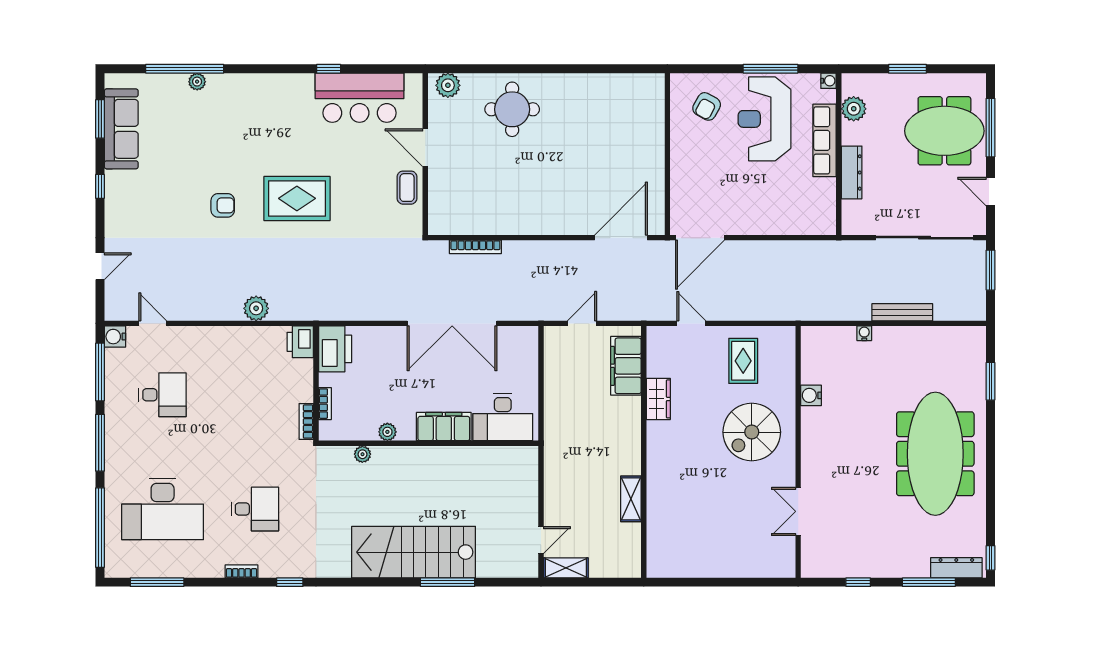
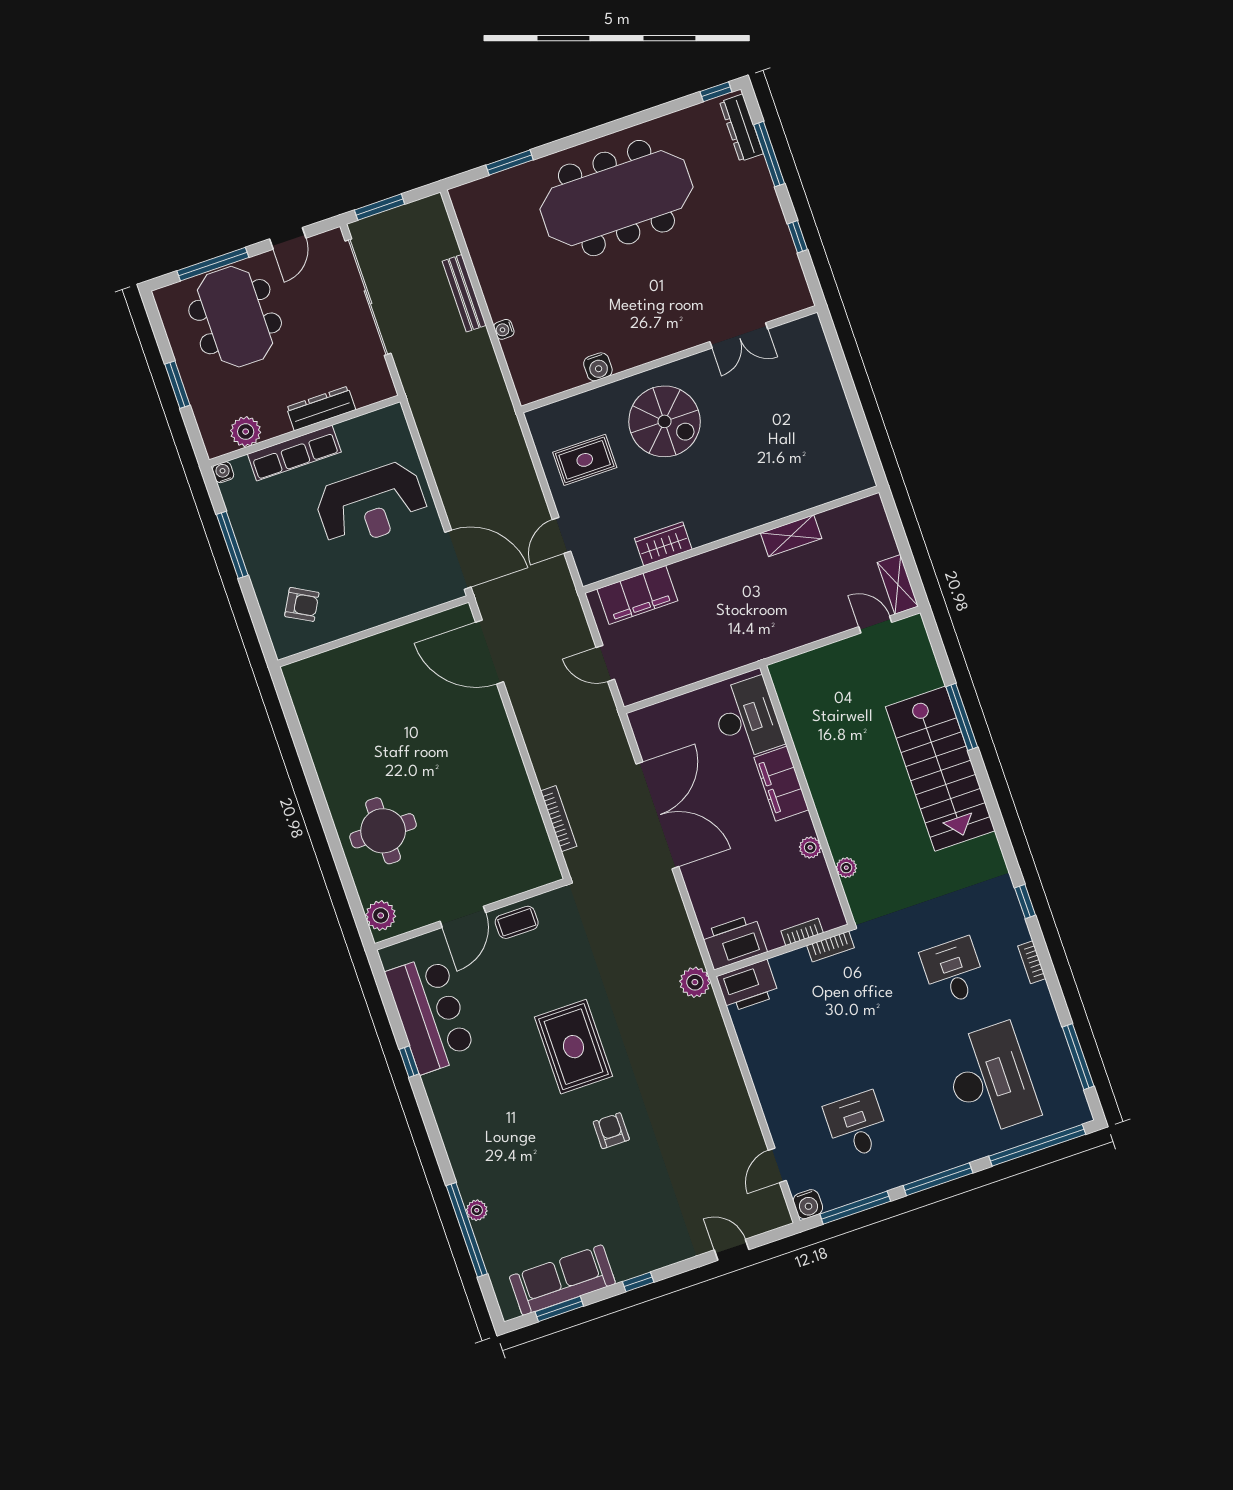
reception desk: (764, 119) -> (371, 505), moved
plant: (256, 308) -> (695, 982), moved
printer: (300, 342) -> (748, 986), width x1.37, depth x1.19

